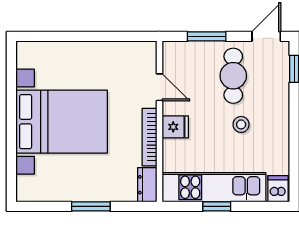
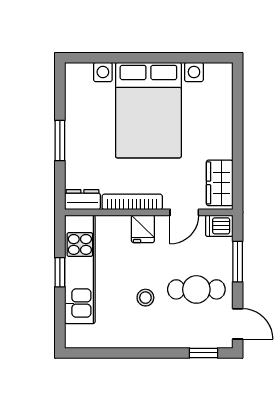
wardrobe: (131, 53) -> (220, 183), added
dishwasher: (278, 189) -> (219, 226), moved, turned 180

